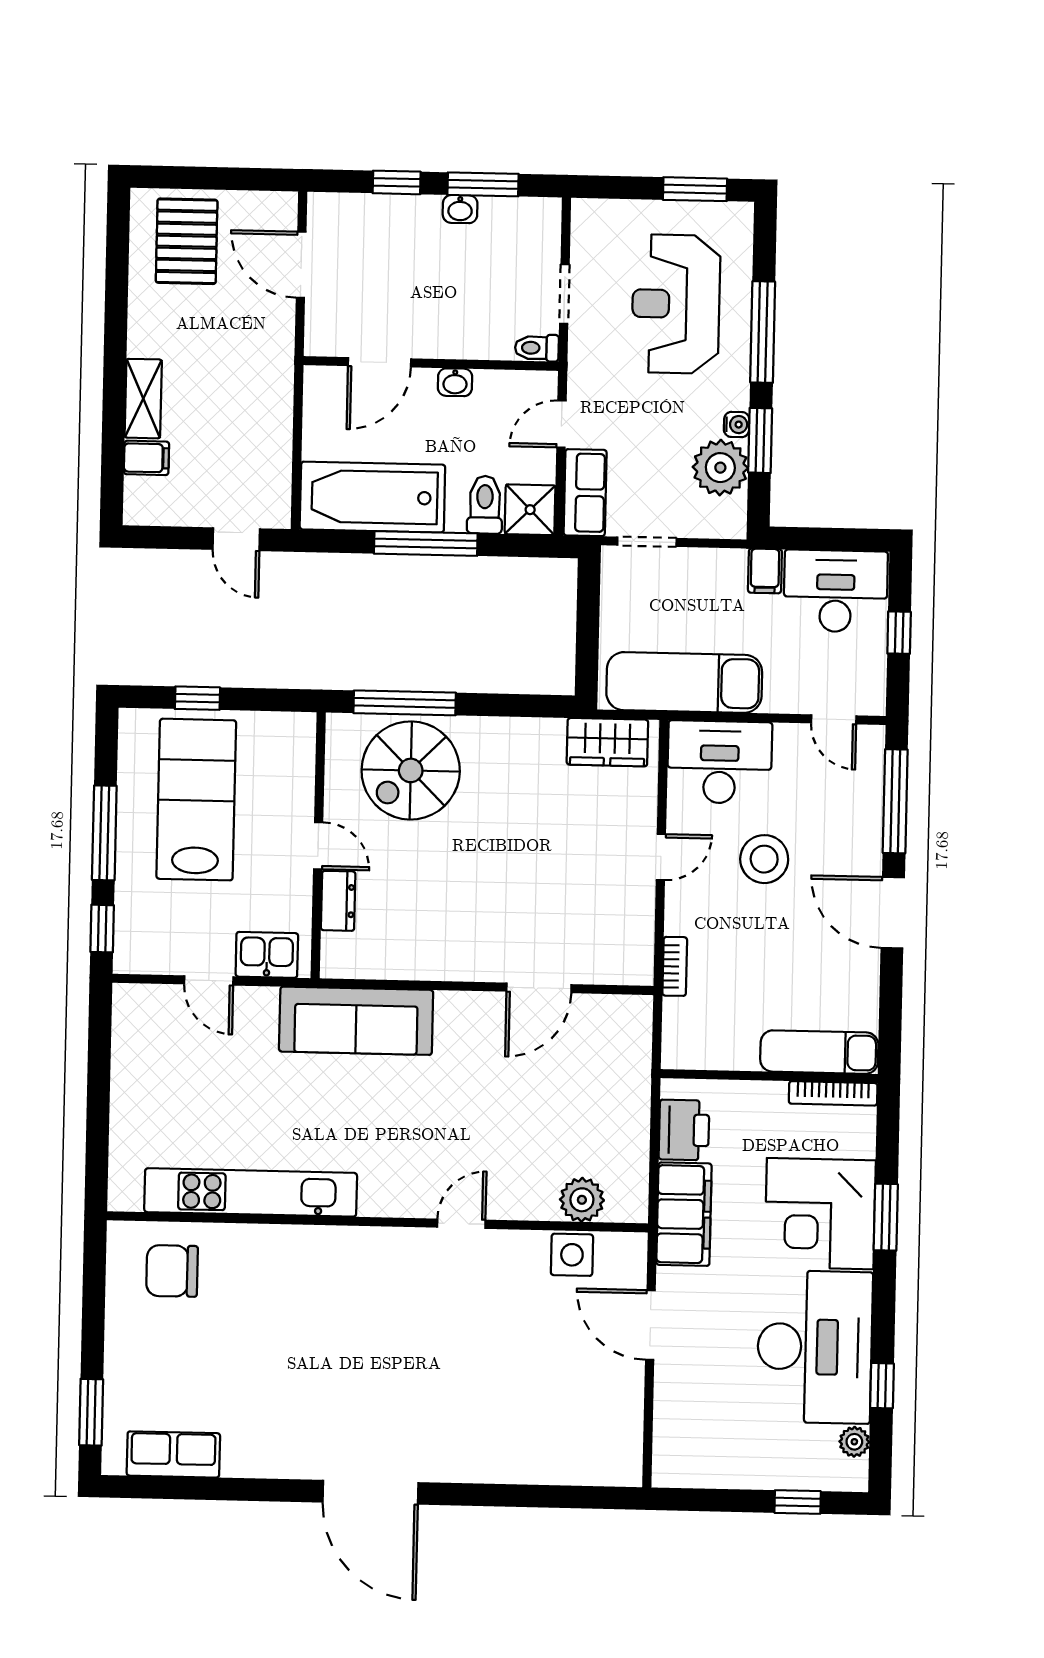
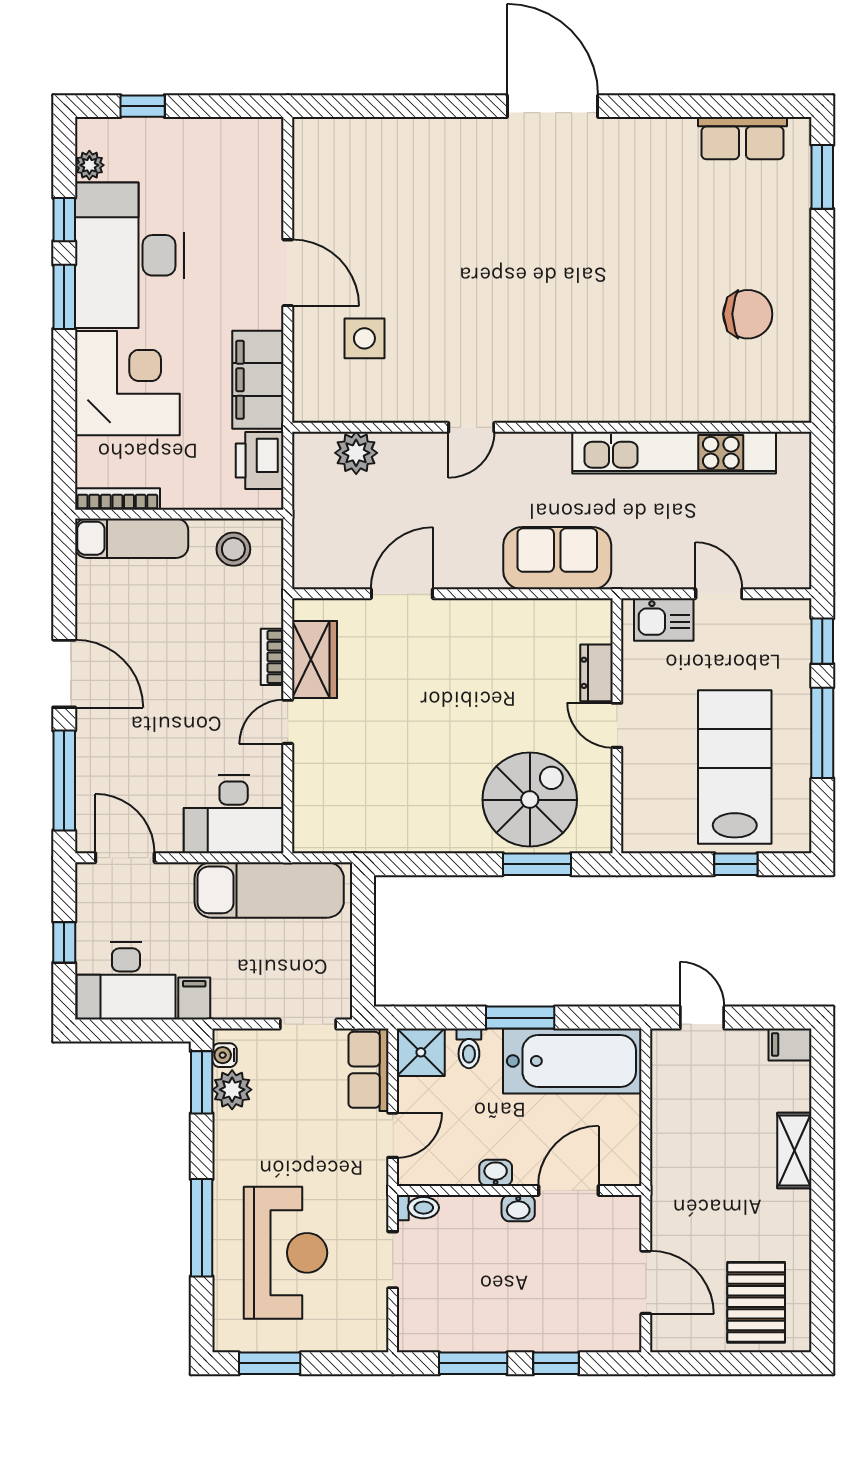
washbasin: (460, 209) -> (518, 1208), moved, turned 180
water cooler: (737, 424) -> (225, 1055), moved
window: (760, 440) -> (202, 1082), moved
filing cabinet: (146, 458) -> (790, 1044), moved
plant: (720, 468) -> (232, 1090), width x0.73, depth x0.73
toilet: (485, 505) -> (469, 1048), width x0.73, depth x0.72
window: (426, 544) -> (520, 1018), width x0.69
window: (405, 703) -> (537, 864), width x0.69
door: (834, 719) -> (125, 858), width x1.38
wardrobe: (607, 742) -> (314, 660), moved, turned 90
lab bench: (196, 800) -> (735, 767), turned 180
stool: (764, 859) -> (233, 549), moved, width x0.73, depth x0.73
bookcase: (675, 966) -> (272, 657), moved
sofa: (356, 1021) -> (557, 558), width x0.73
kitchen unit: (251, 1192) -> (674, 453), moved
plant: (582, 1200) -> (356, 453), moved
window: (886, 1217) -> (64, 297), moved
wall: (377, 1222) -> (552, 427), moved
door: (461, 1224) -> (471, 427), moved

